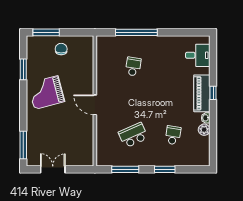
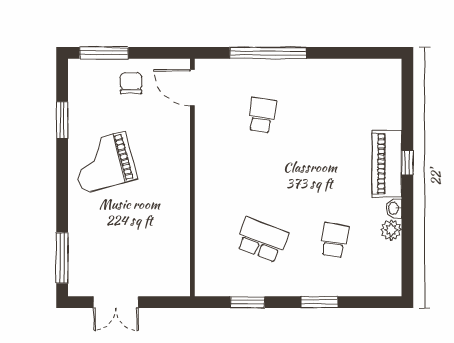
desk: (198, 55) -> (379, 95), removed
door: (95, 105) -> (192, 88), moved
school desk: (133, 135) -> (262, 240), turned 45
double door: (53, 169) -> (116, 302), swing flipped
window: (125, 169) -> (247, 302), width x0.69

